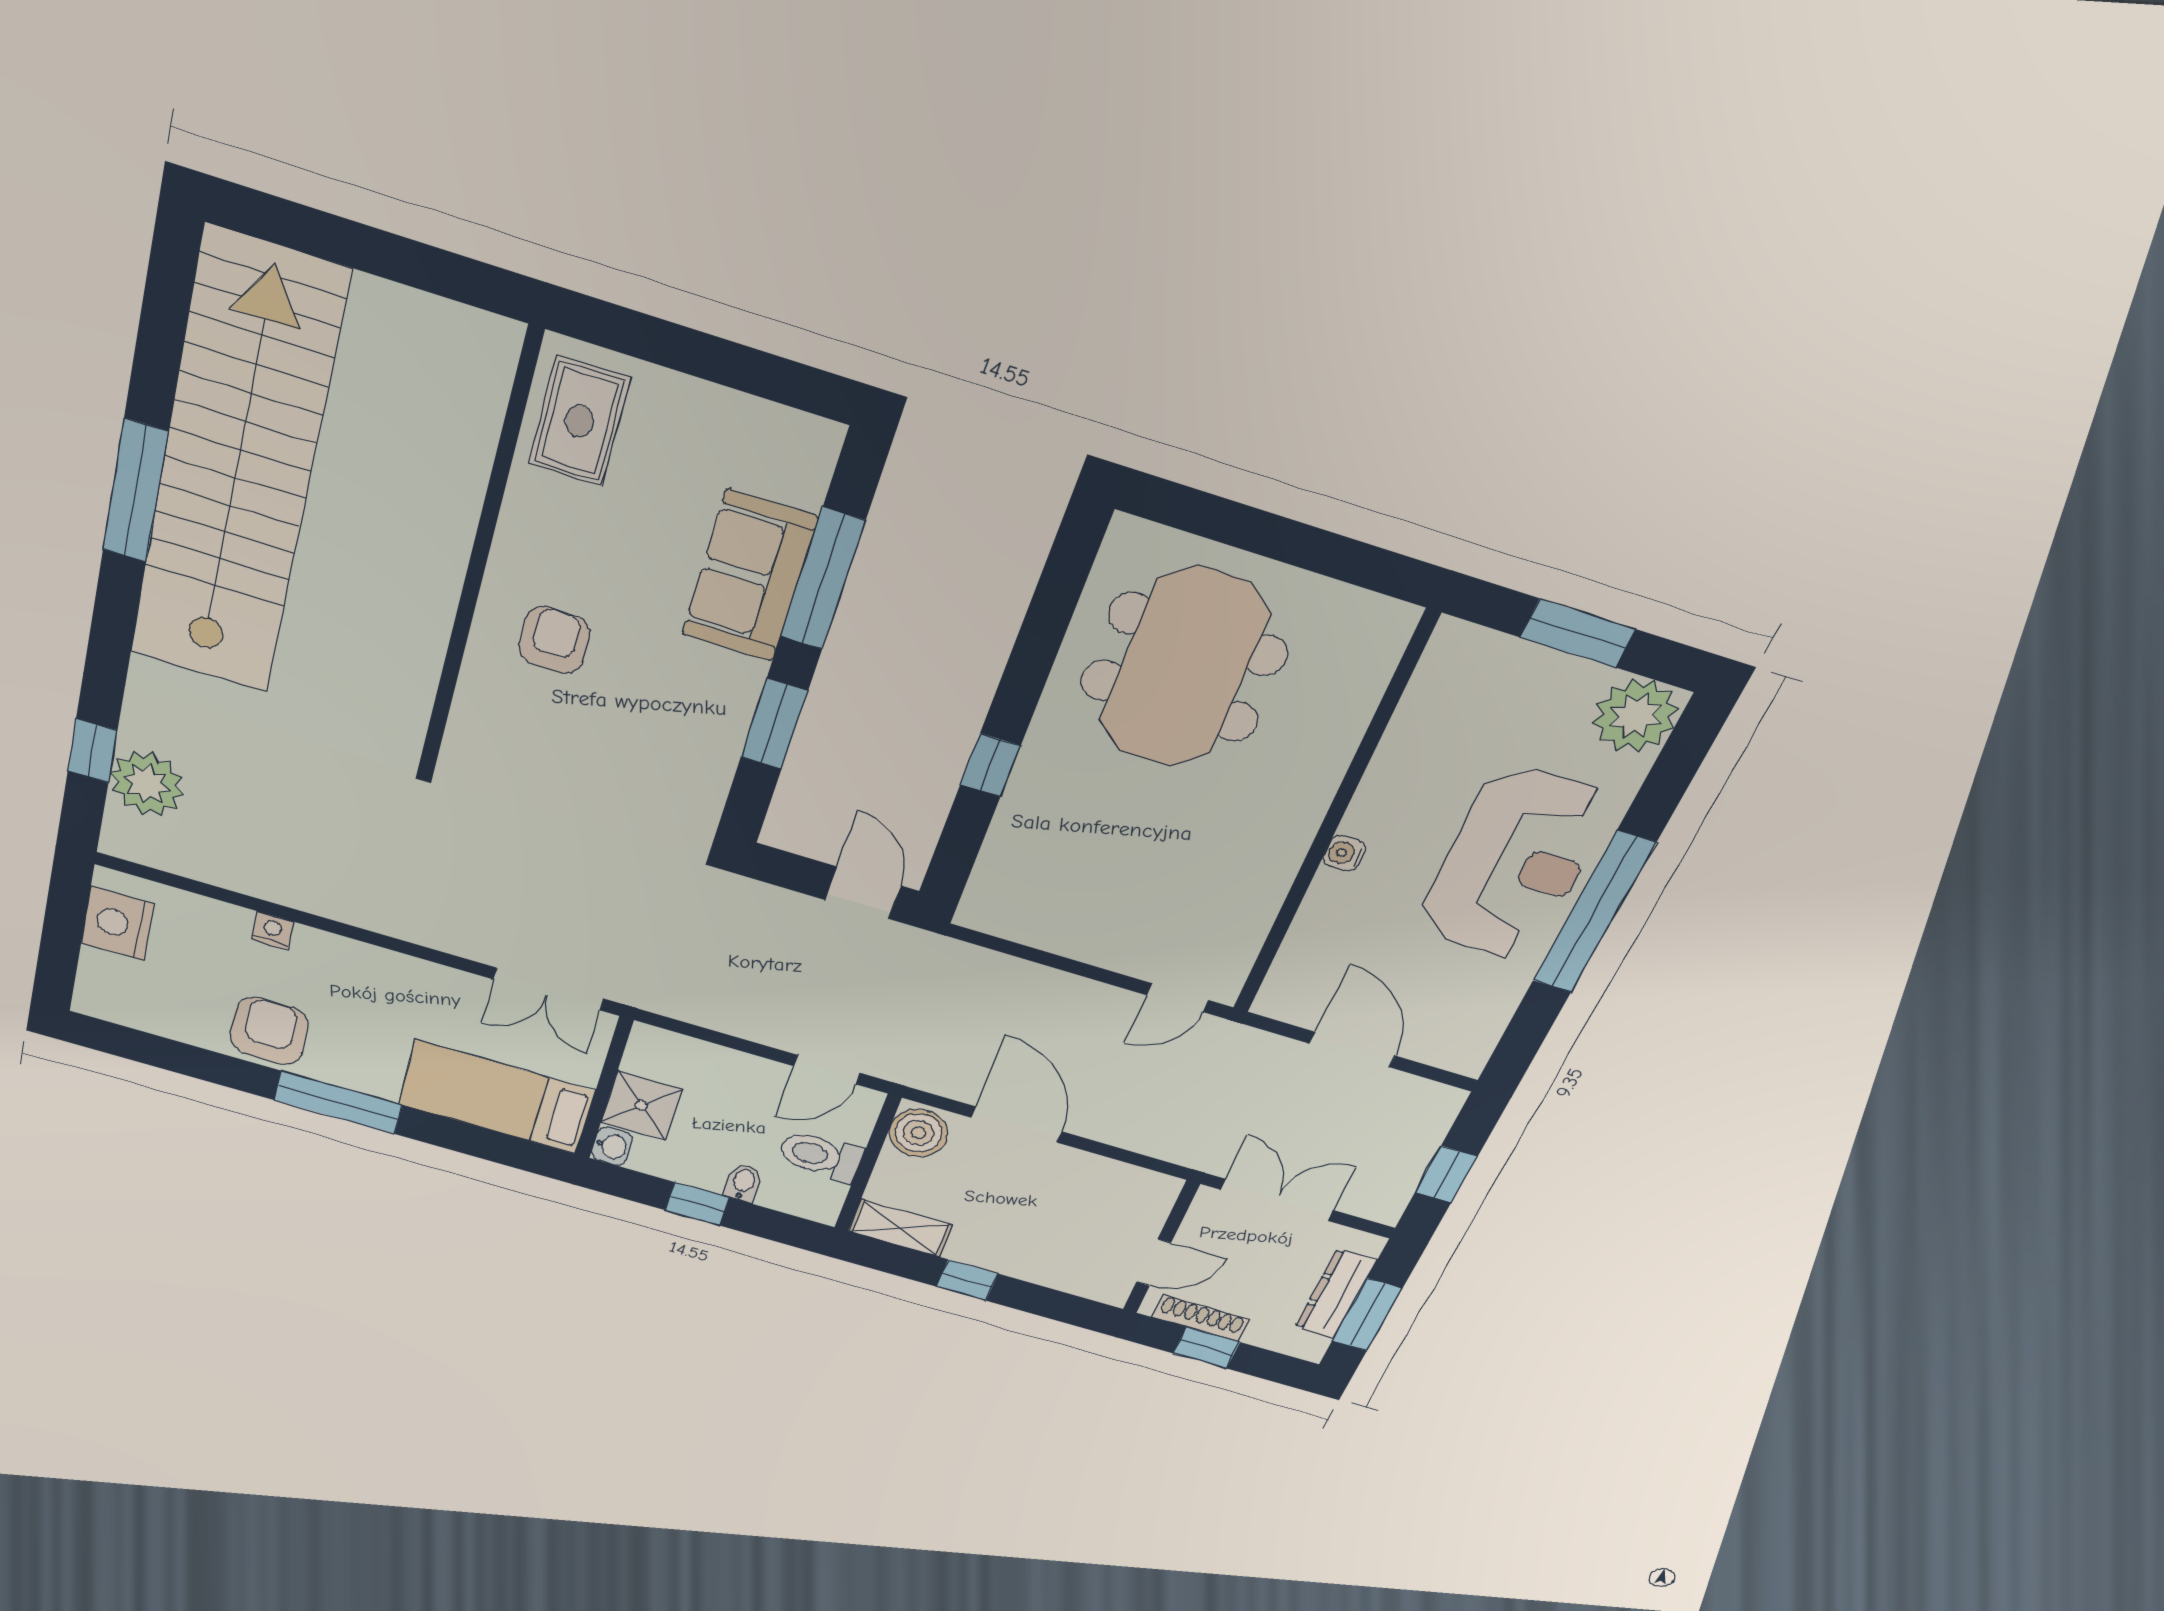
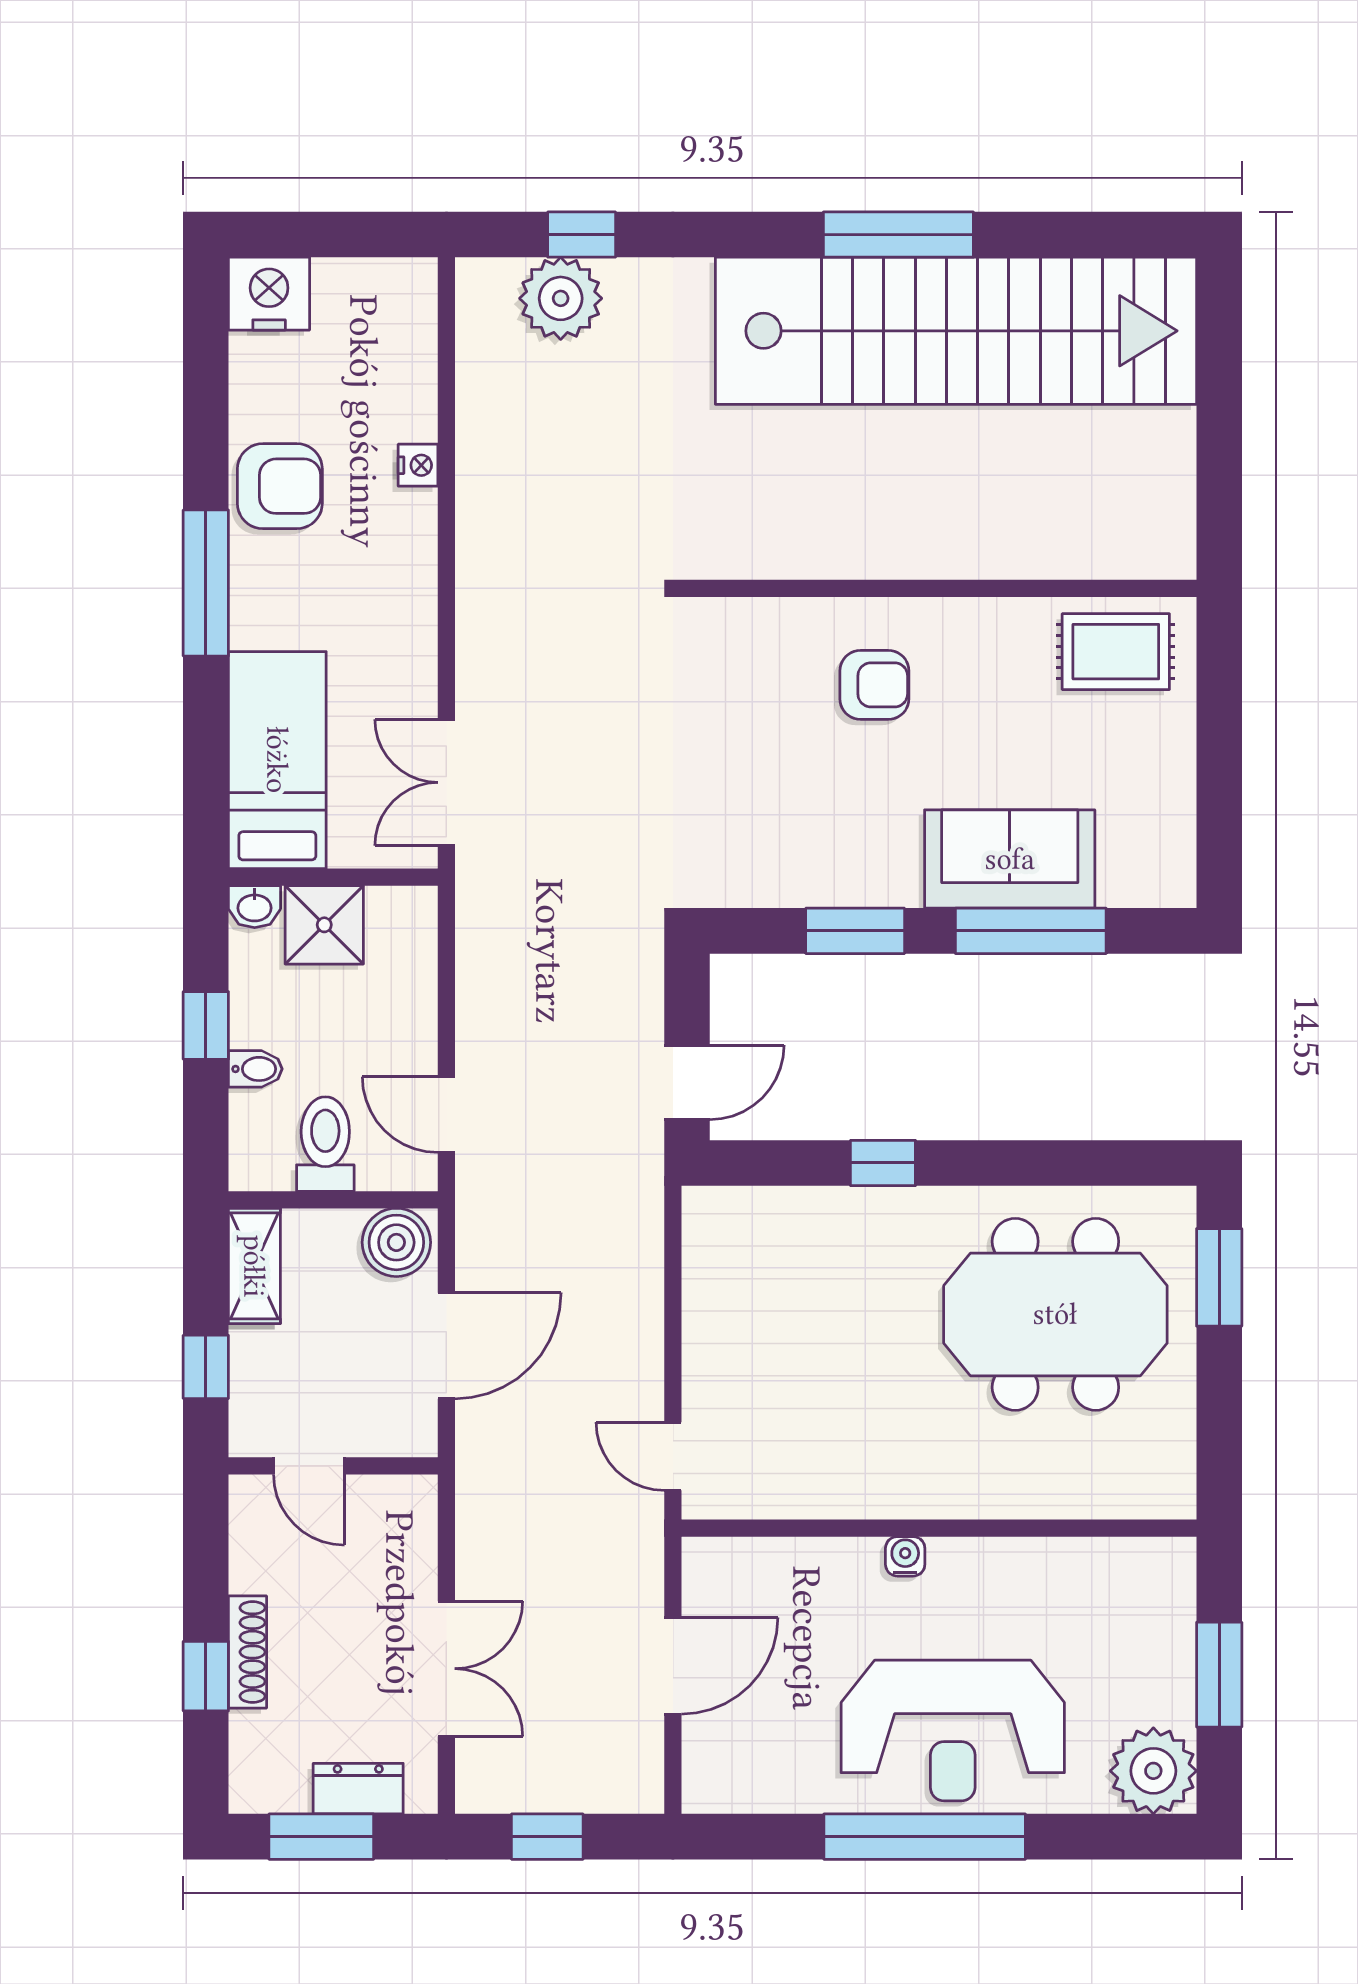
window: (1209, 516) -> (1219, 1277), added
nightstand: (117, 923) -> (269, 294), moved
wall: (1161, 1248) -> (333, 1466), moved
door: (1154, 1262) -> (309, 1466), moved
dresser: (1336, 1294) -> (358, 1789), width x0.70

